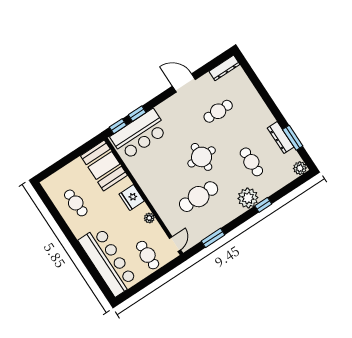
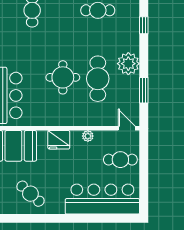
round table: (202, 157) -> (63, 77), moved
plant: (248, 198) -> (128, 64), moved
cafe table: (76, 203) -> (30, 194), turned 46

